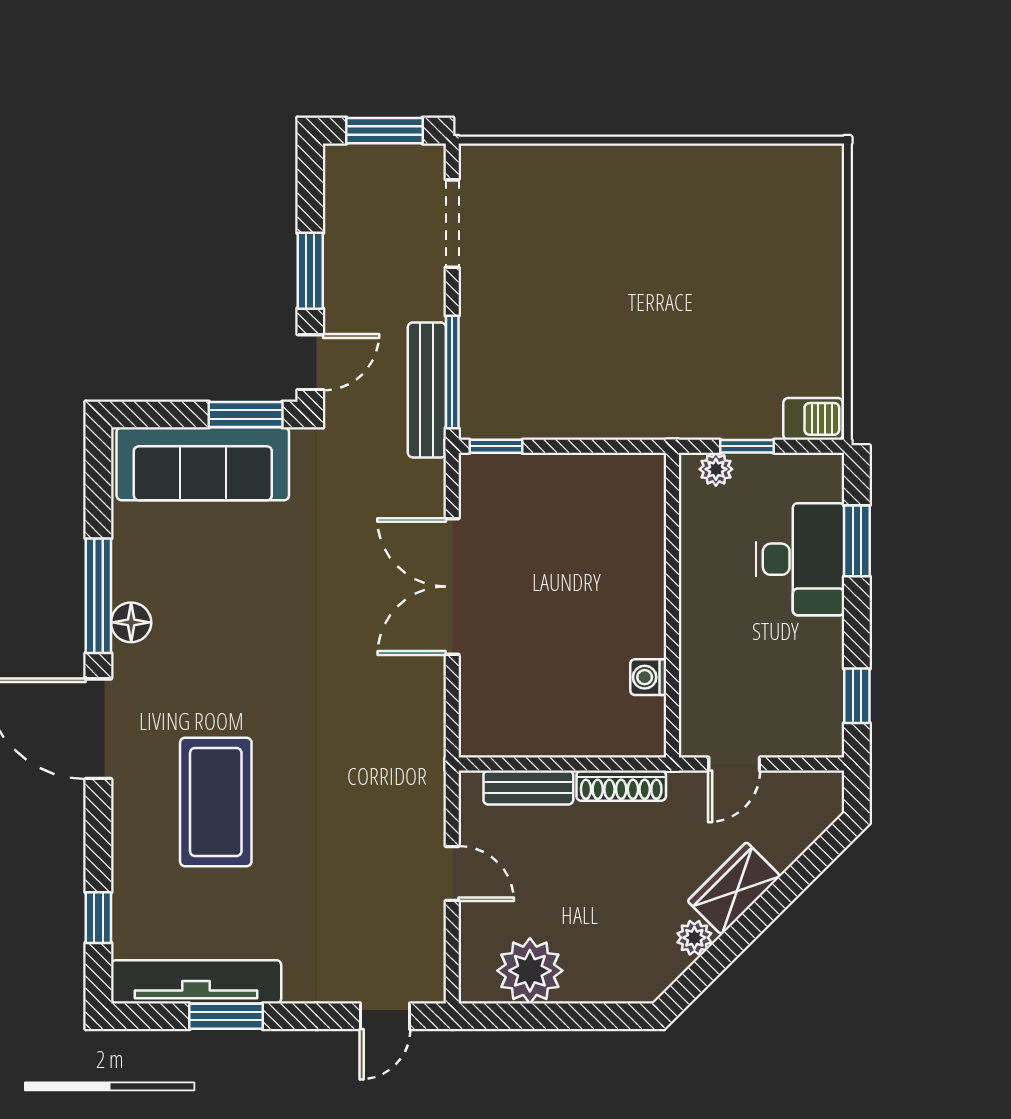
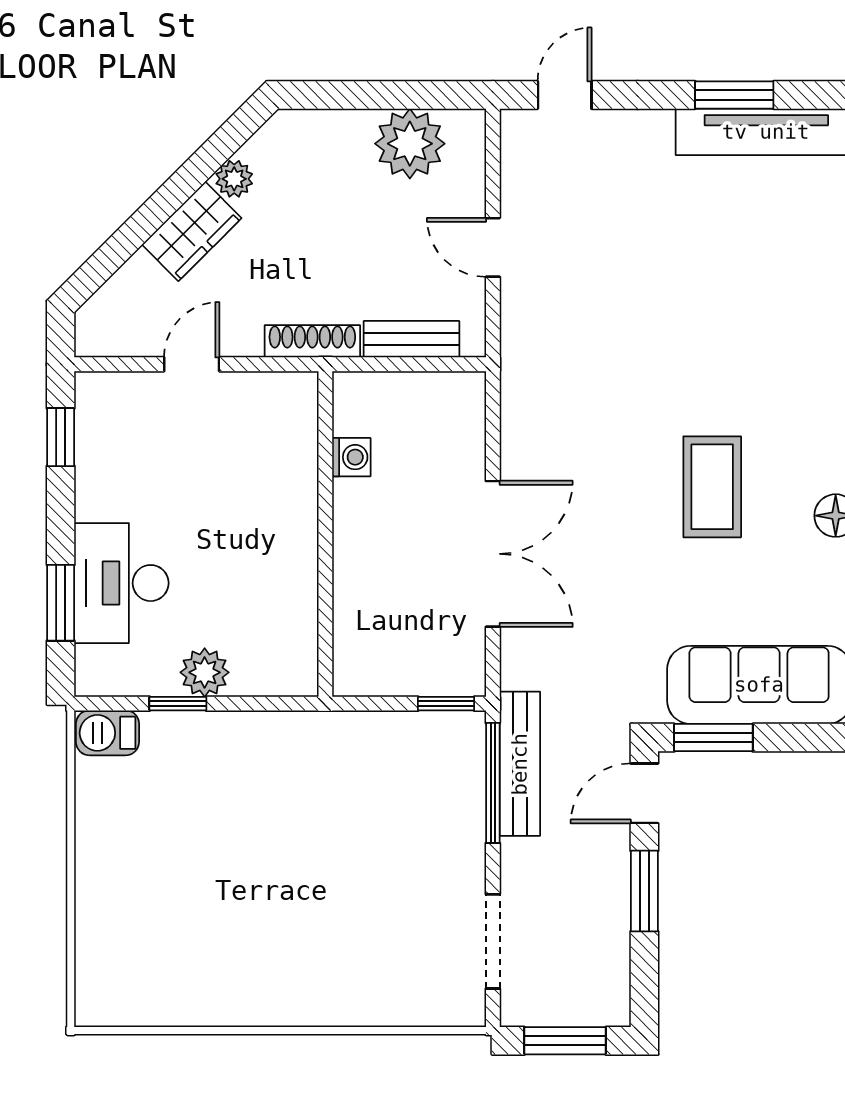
plant: (716, 469) -> (205, 672), width x1.38, depth x1.38
wall: (673, 605) -> (325, 534), moved
washing machine: (648, 677) -> (351, 457), moved
coffee table: (216, 802) -> (712, 487), moved, width x0.73, depth x0.76

